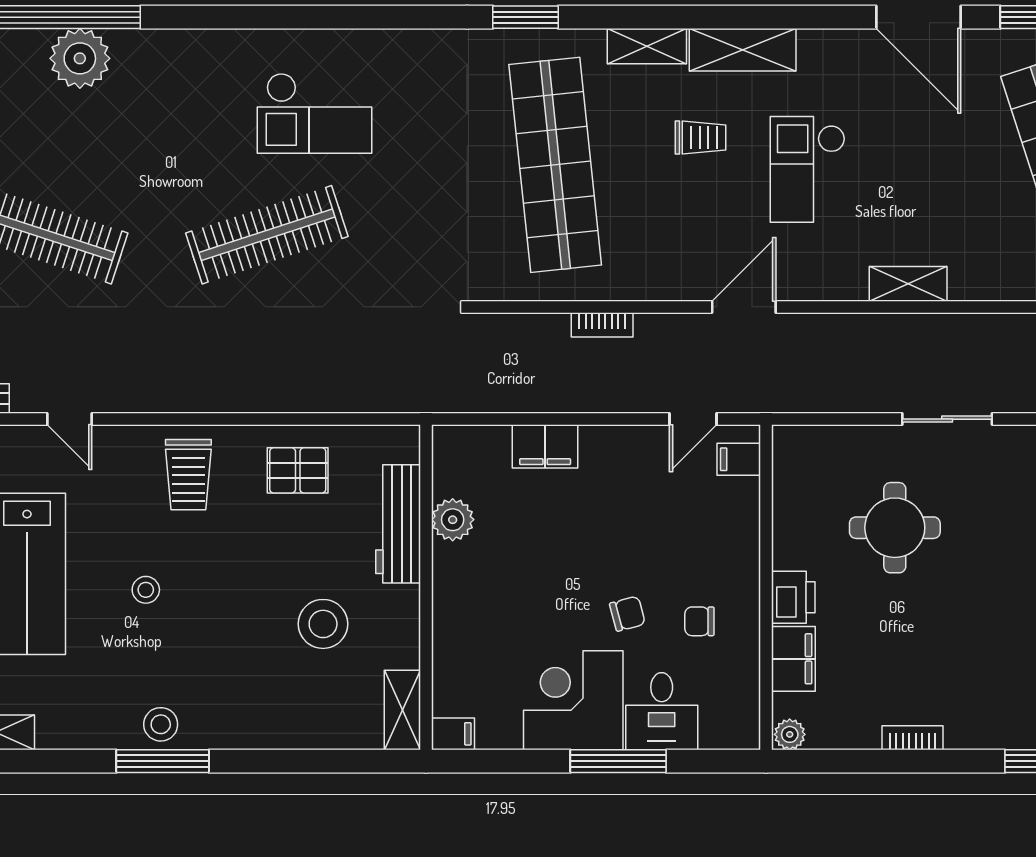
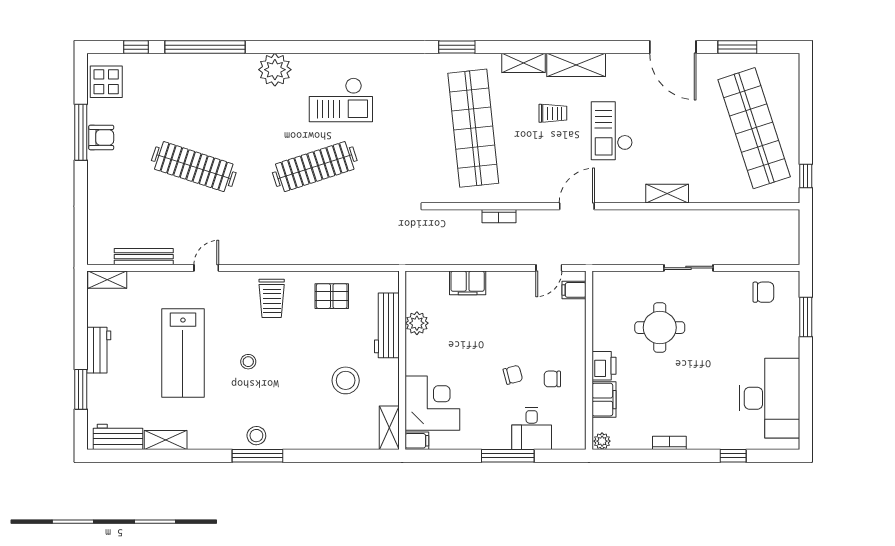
plant: (80, 58) -> (275, 70), moved
door: (69, 419) -> (206, 268), swing flipped
corner desk: (573, 700) -> (432, 403), moved, turned 90

